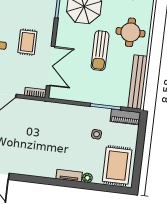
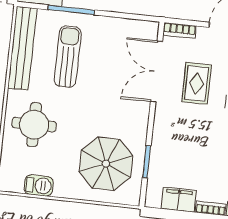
rug: (27, 42) -> (197, 83), moved
sun lounger: (100, 51) -> (68, 57), moved

